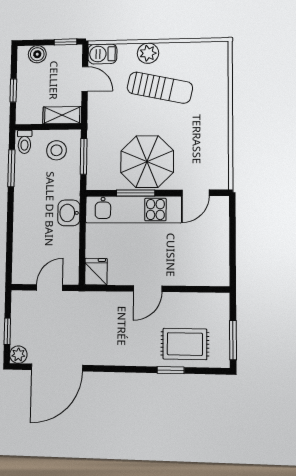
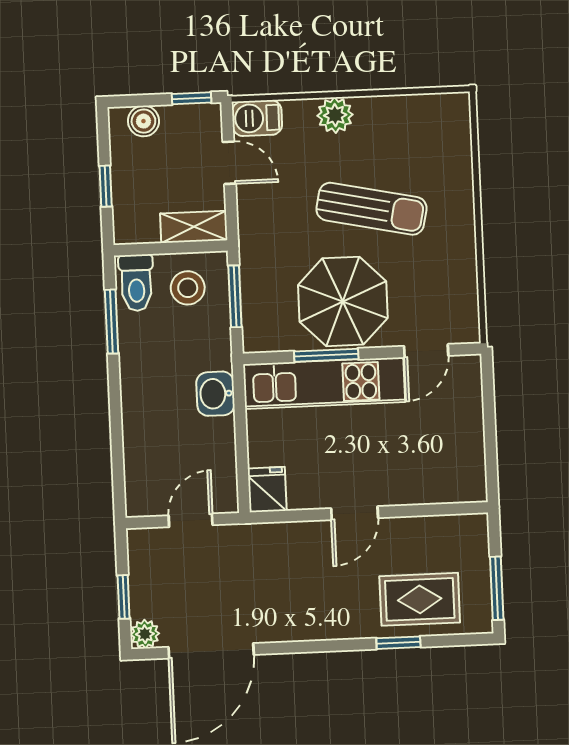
sun lounger: (160, 88) -> (371, 209), moved
toilet: (25, 142) -> (136, 283), width x1.37, depth x1.39

